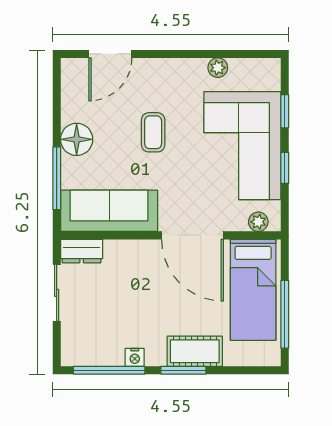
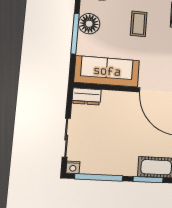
window: (57, 178) -> (75, 34), moved
sliding door: (57, 293) -> (66, 138), moved
nightstand: (135, 357) -> (73, 167), moved

